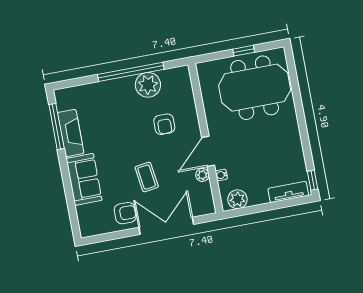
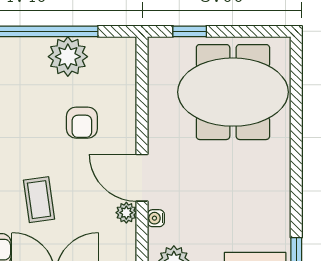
window: (244, 51) -> (190, 31), moved
door: (208, 151) -> (142, 178), hinge flipped

